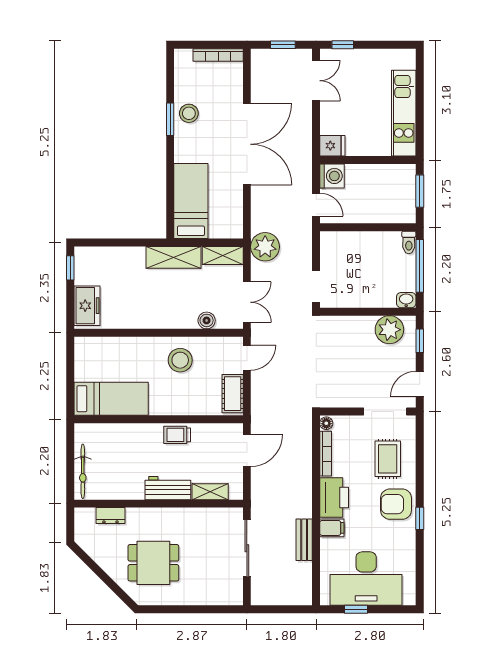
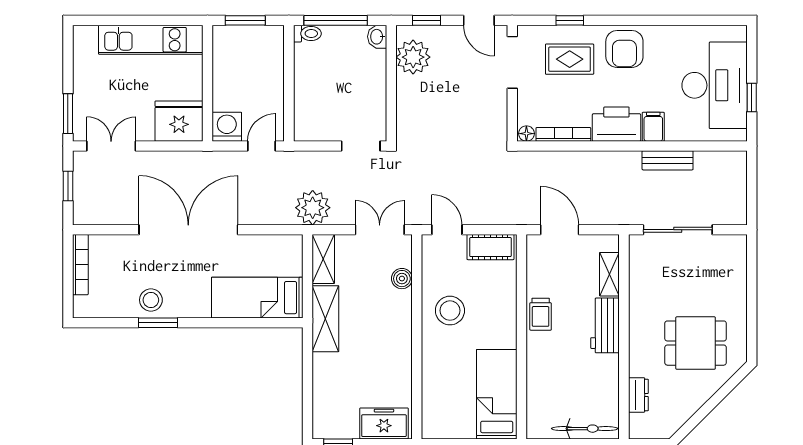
window: (343, 45) -> (68, 114), width x1.50
fridge: (332, 146) -> (179, 121), width x1.88, depth x1.34
window: (420, 518) -> (570, 20), moved
dining table: (153, 563) -> (696, 343), turned 90

